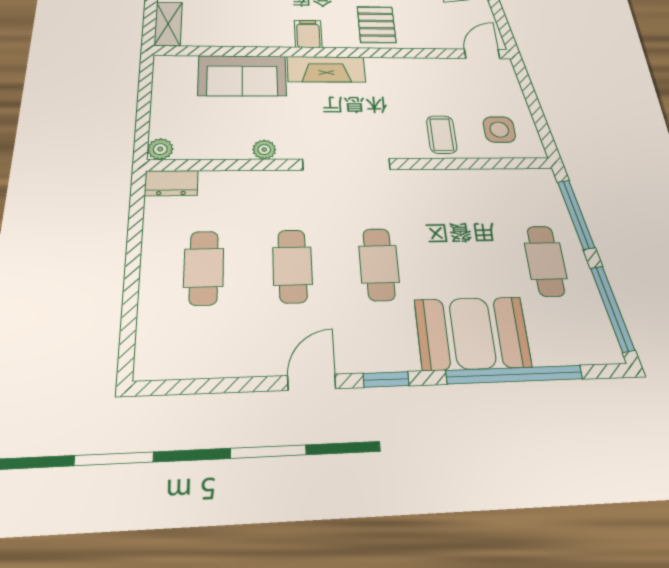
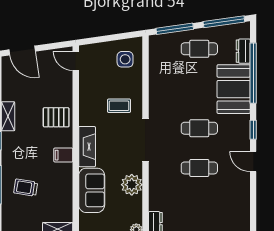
coffee table: (442, 135) -> (119, 106), moved
plant: (264, 150) -> (132, 185), width x1.88, depth x1.88
cafe table: (204, 268) -> (199, 208), removed
dresser: (559, 351) -> (243, 51), added

